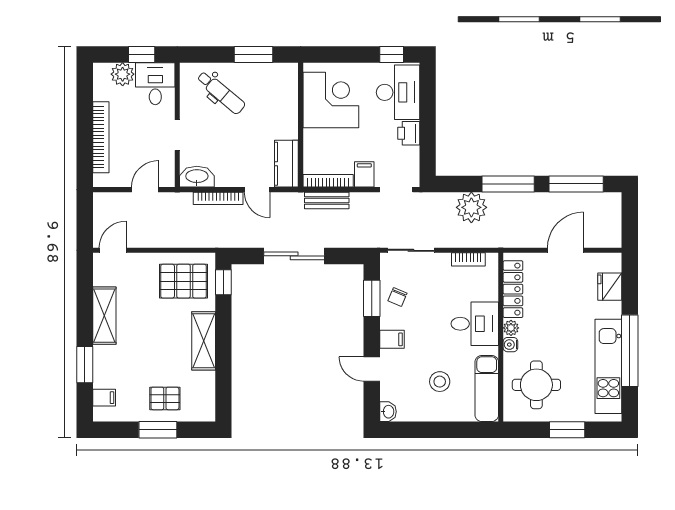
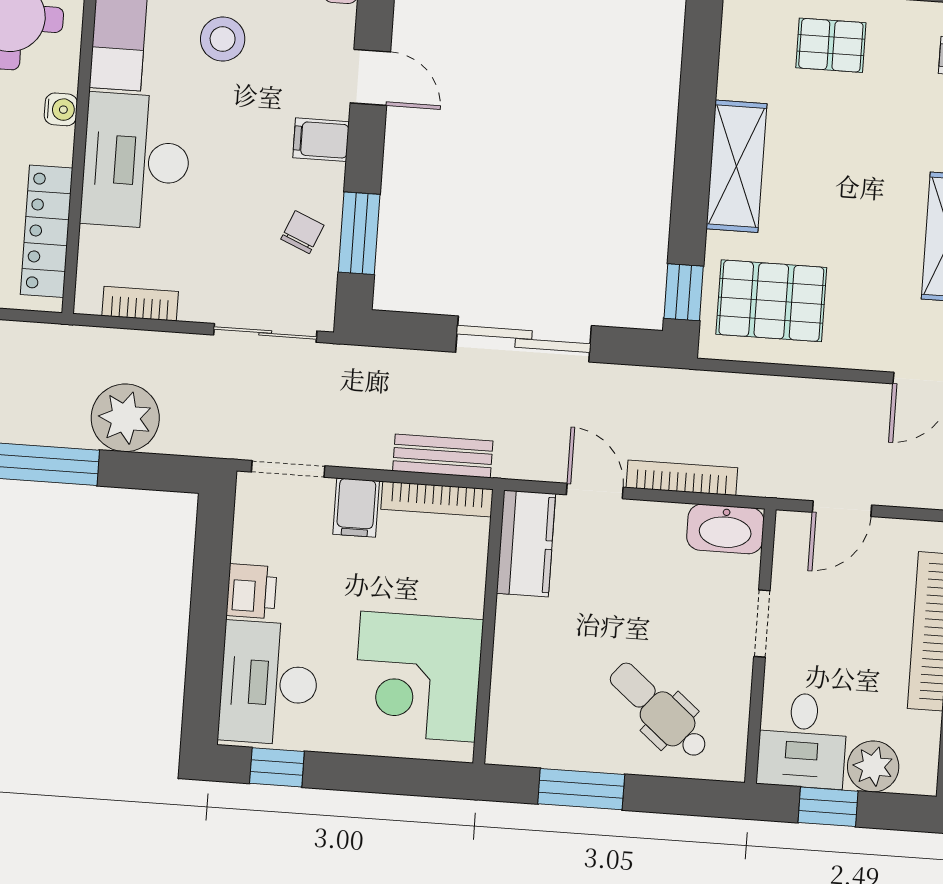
desk: (475, 324) -> (136, 161), width x1.37
plant: (511, 328) -> (57, 146), removed

